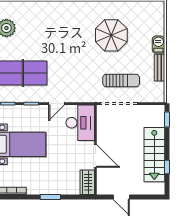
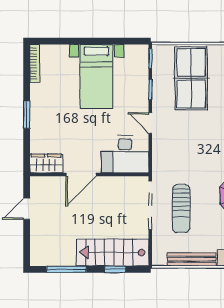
bench: (159, 68) -> (192, 259), width x1.36
window: (167, 119) -> (115, 269), moved
stairs: (154, 155) -> (113, 253), moved
window: (167, 167) -> (66, 269), width x2.17

